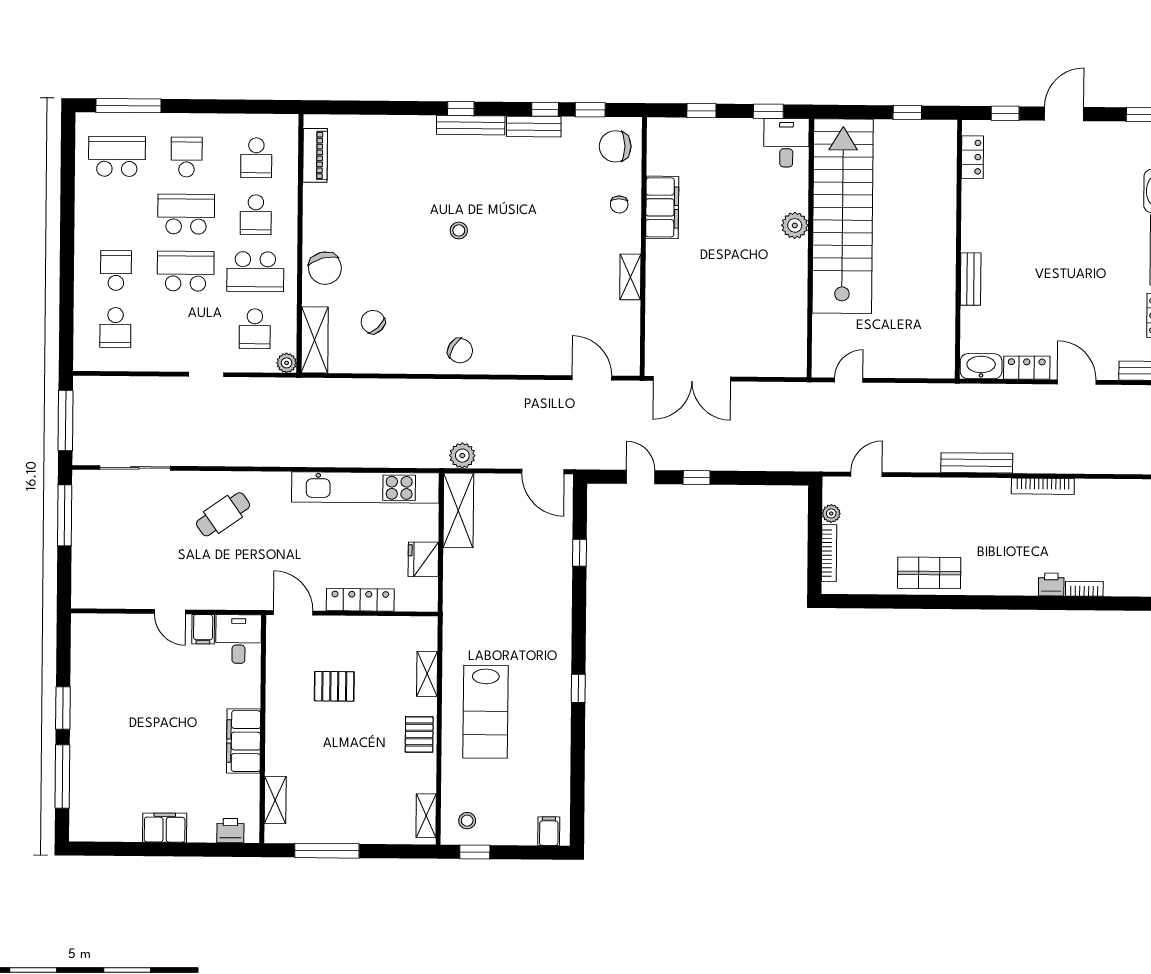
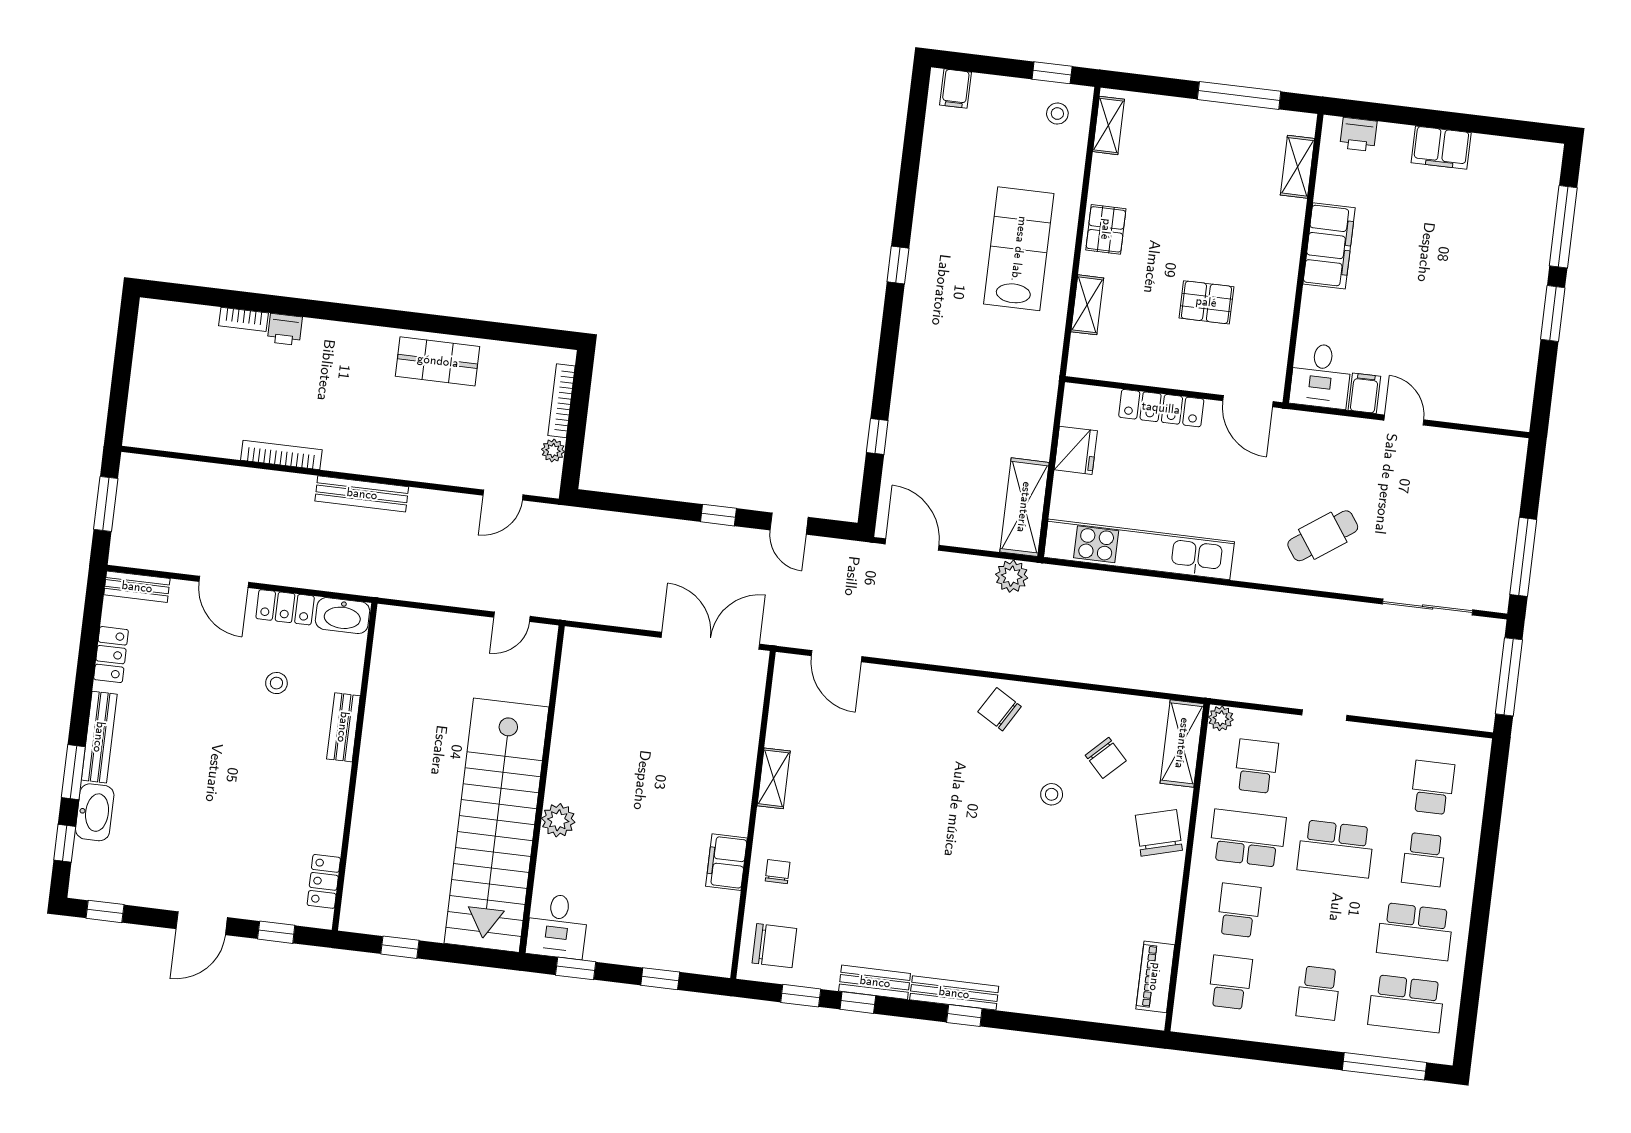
filing cabinet: (662, 207) -> (726, 862), width x0.67, depth x0.86
school desk: (186, 214) -> (1415, 932), moved
stool: (459, 230) -> (1052, 794), moved
stool: (1027, 308) -> (276, 683), added

